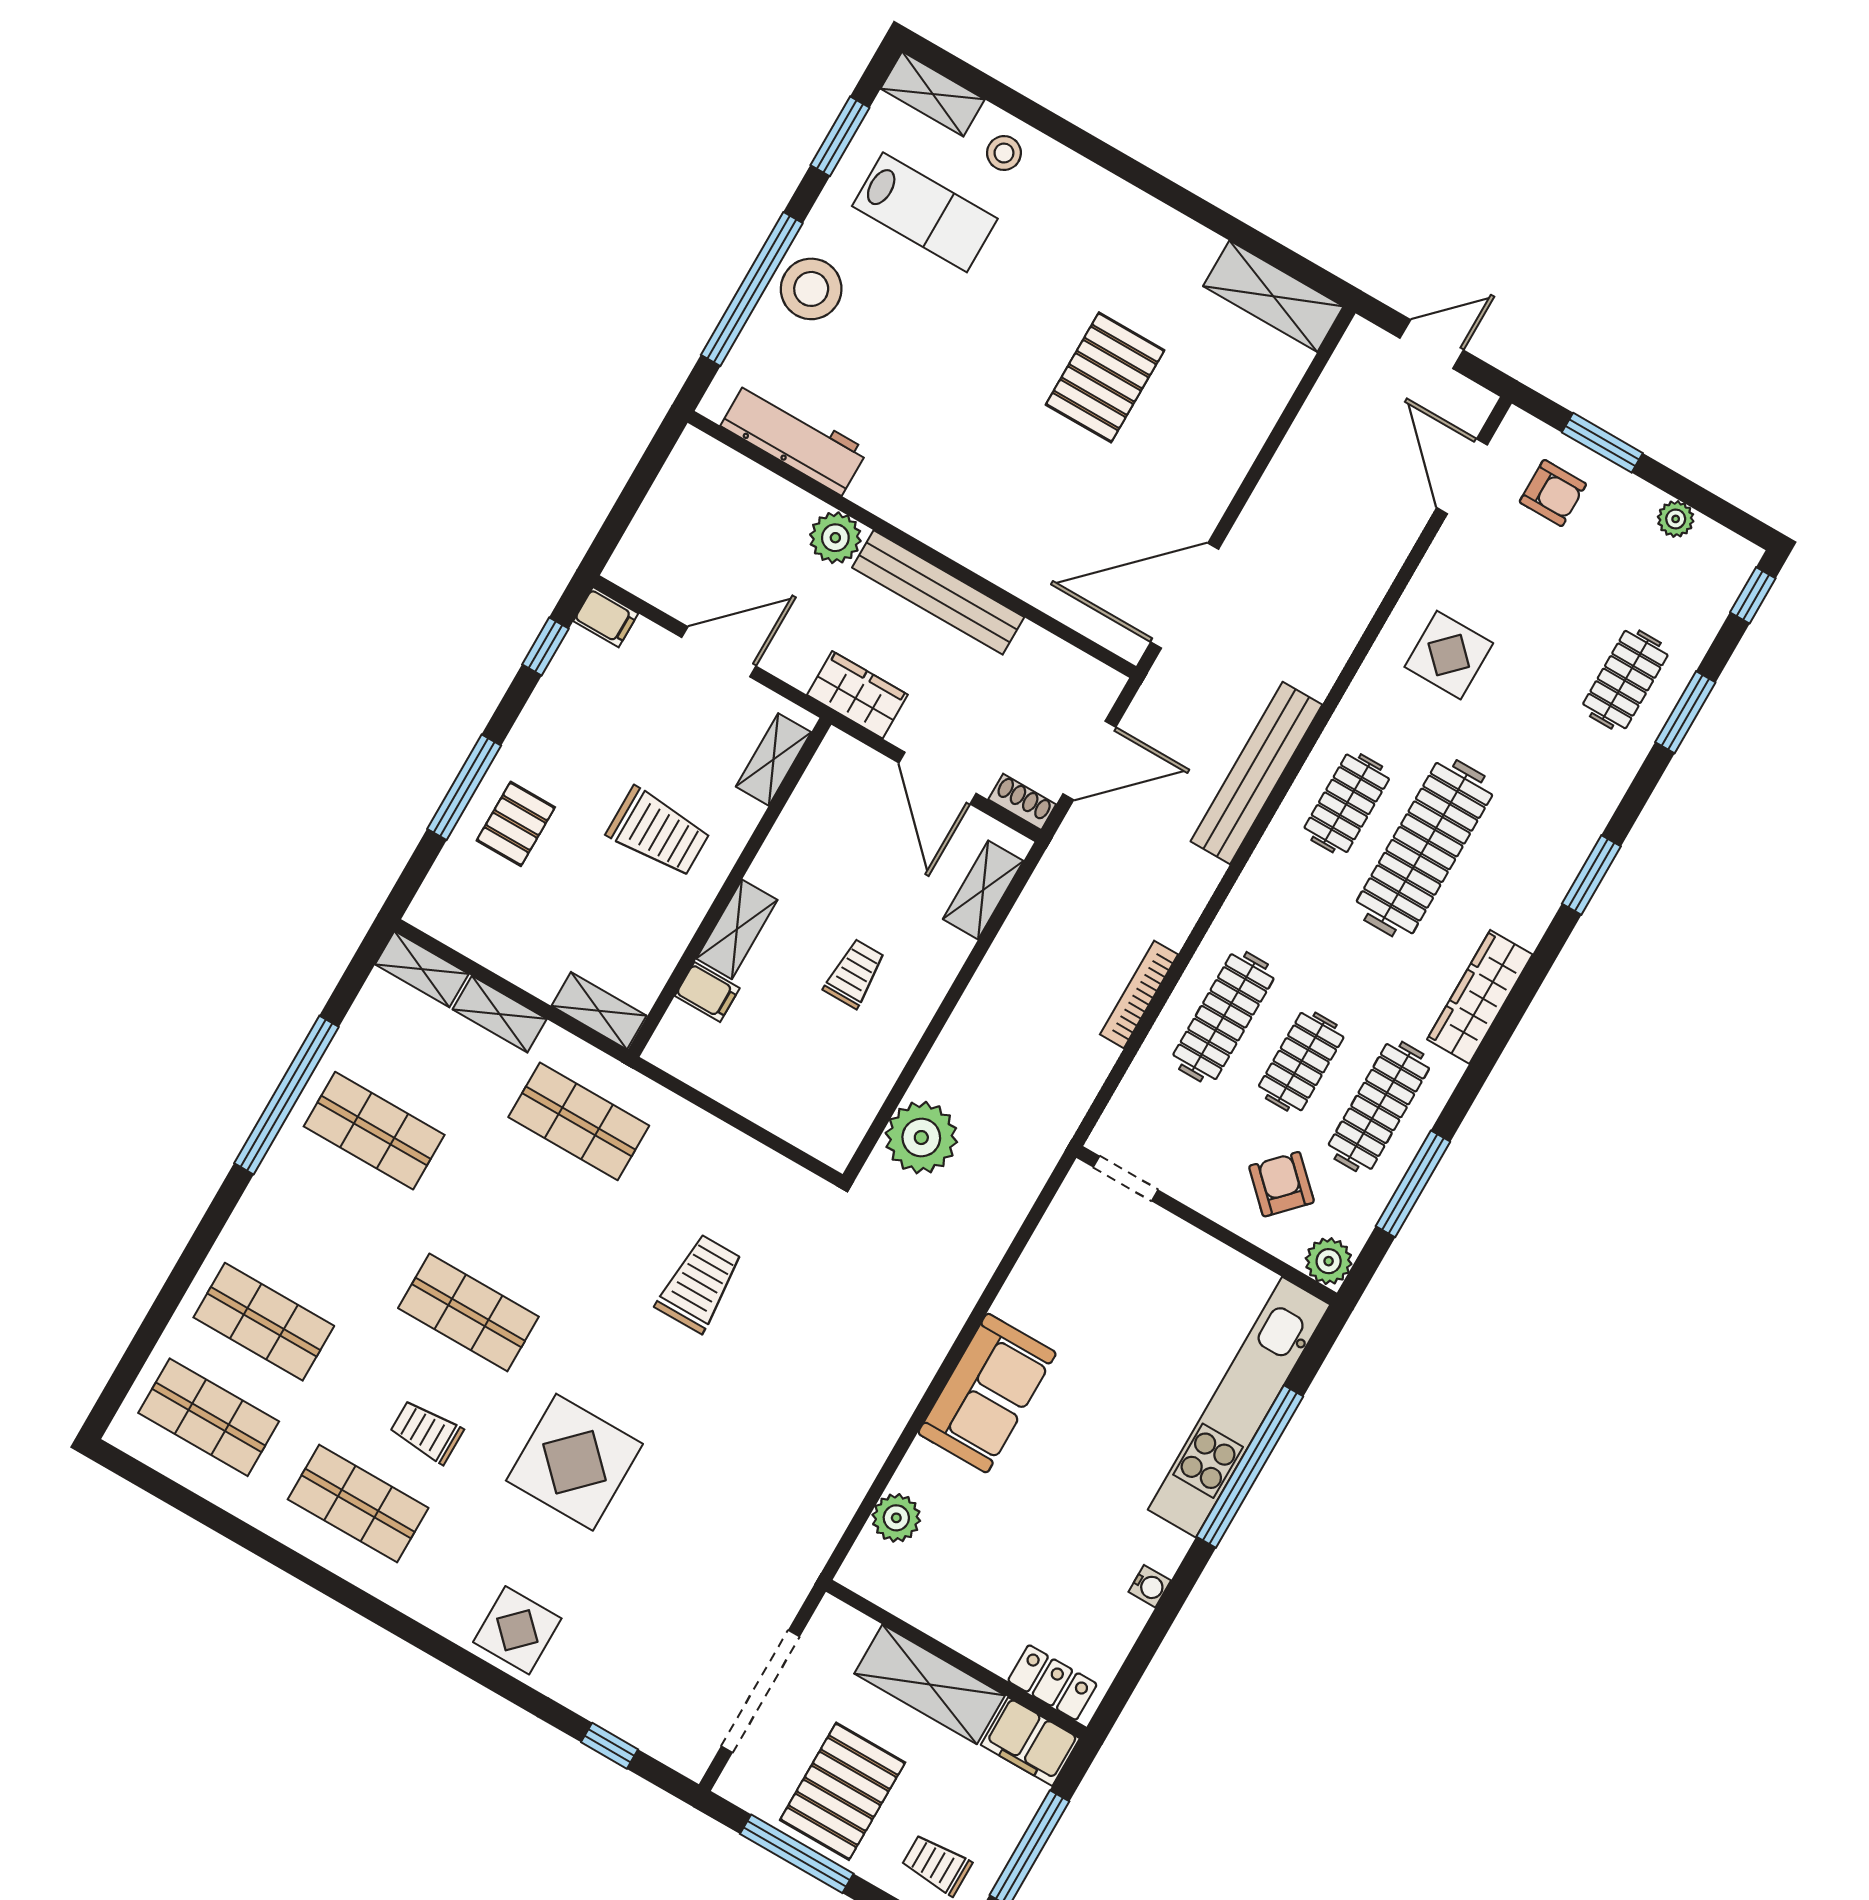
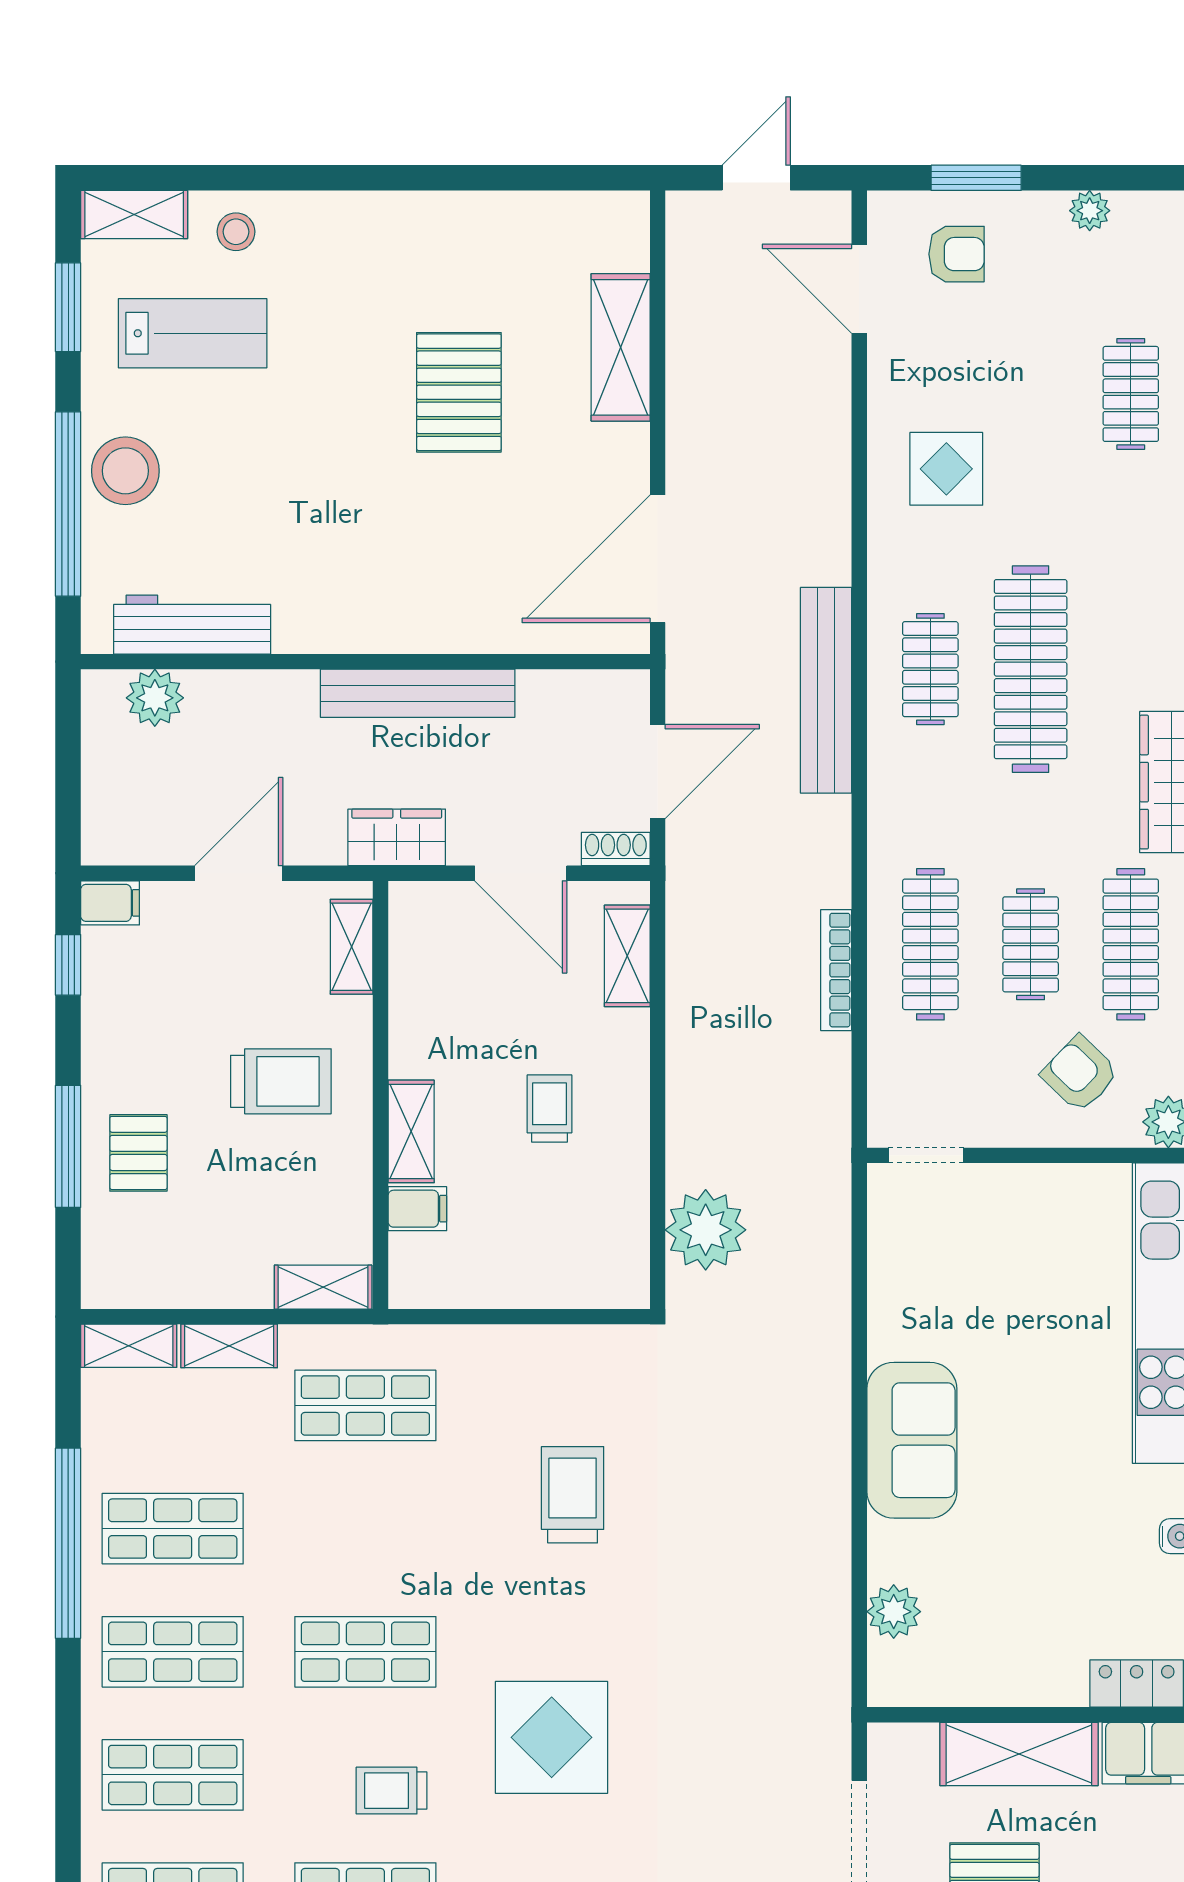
shelving: (1273, 296) -> (621, 347), moved, turned 90
plant: (835, 538) -> (155, 698), moved
shop shelf: (319, 1226) -> (173, 1652), added

